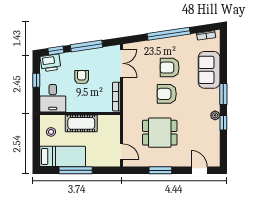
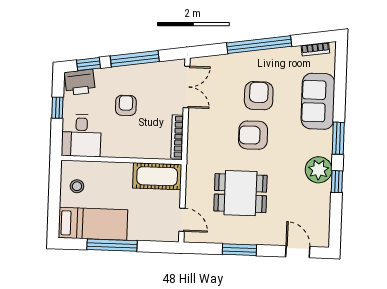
armchair: (170, 68) -> (259, 96), turned 90
plant: (215, 115) -> (319, 170), width x1.88, depth x1.88
cot: (81, 123) -> (157, 176), moved

